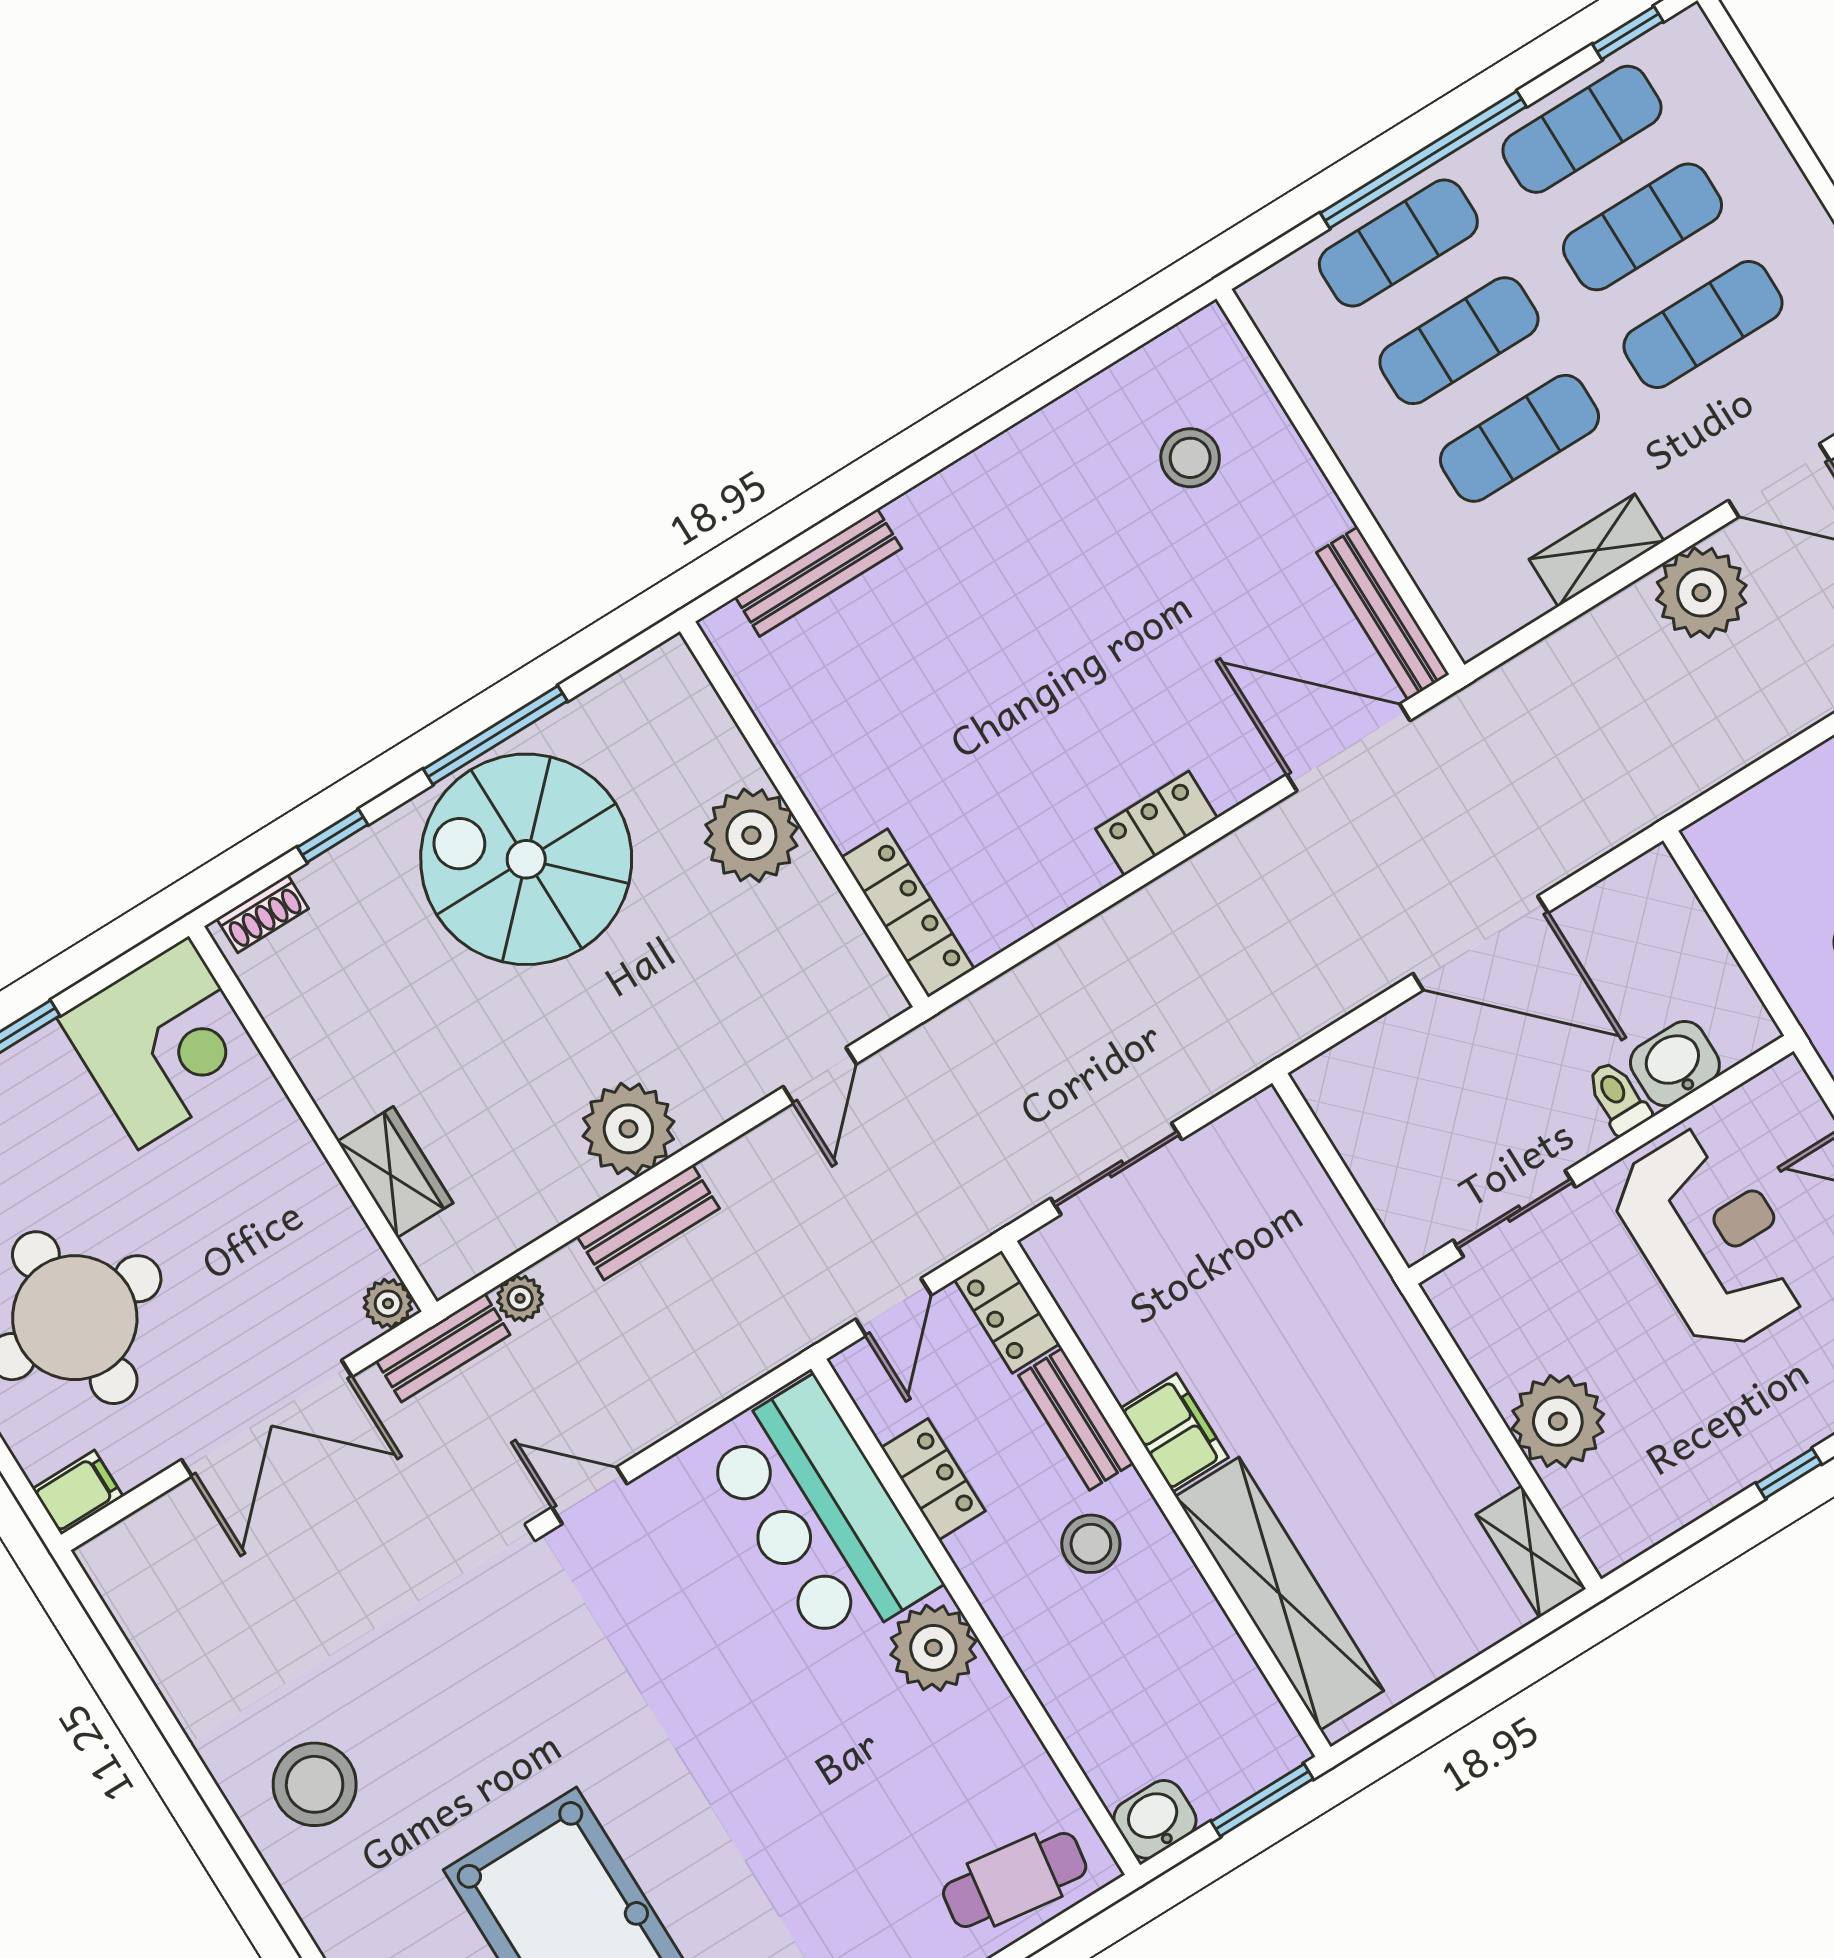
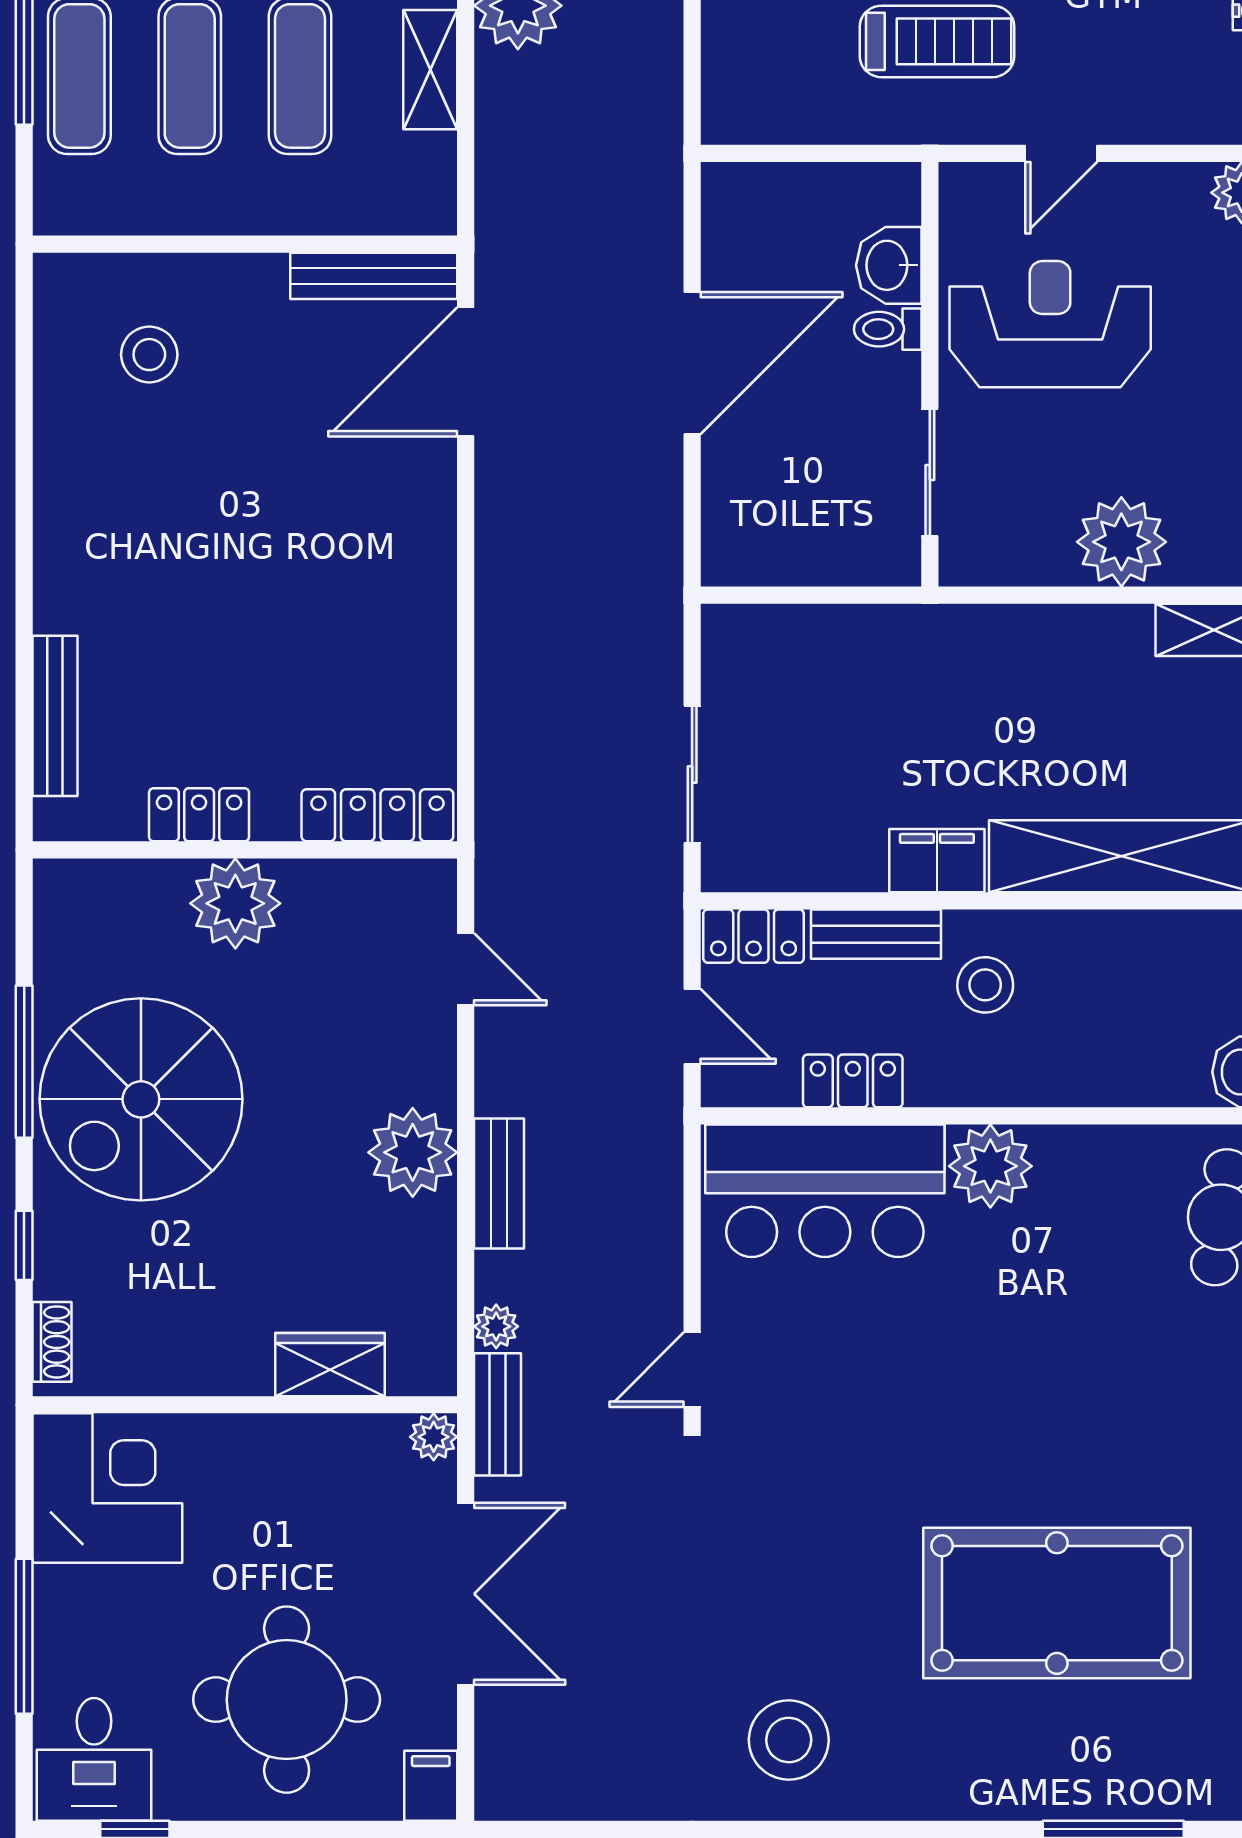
locker: (1157, 823) -> (199, 815), moved, turned 90

